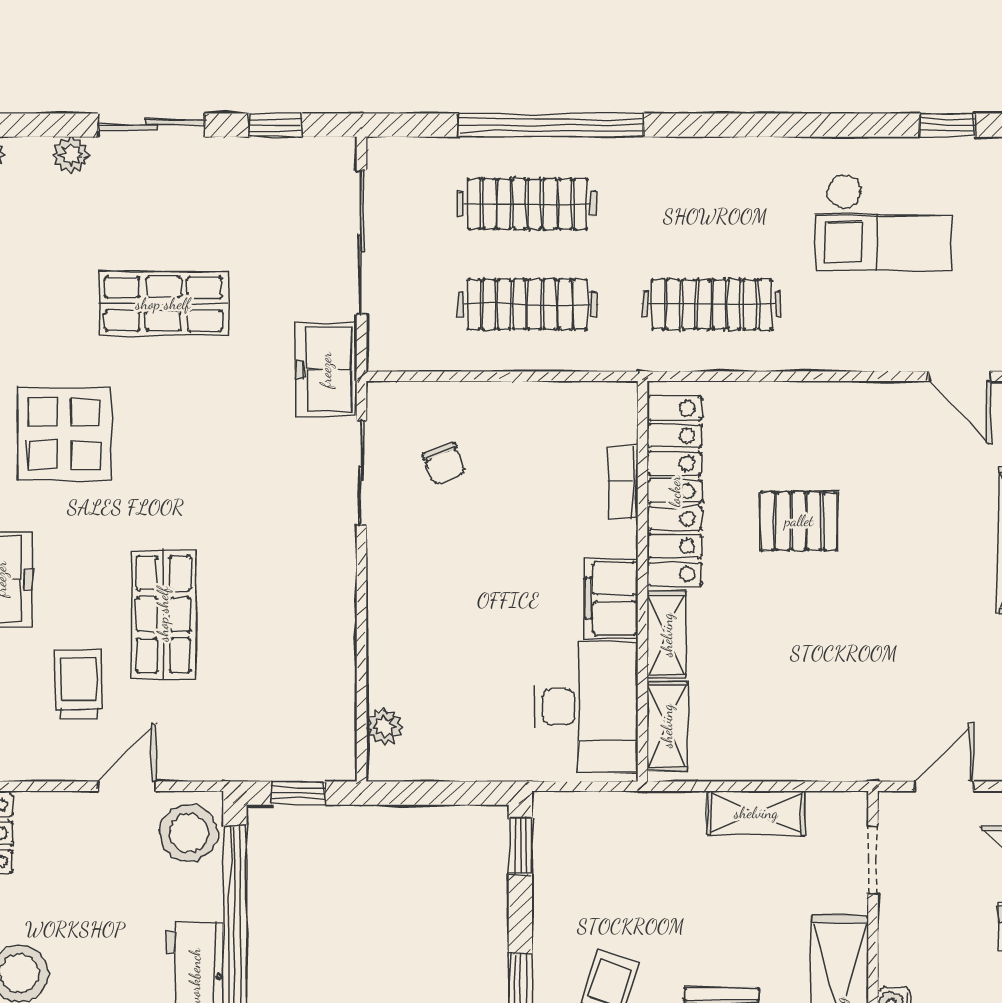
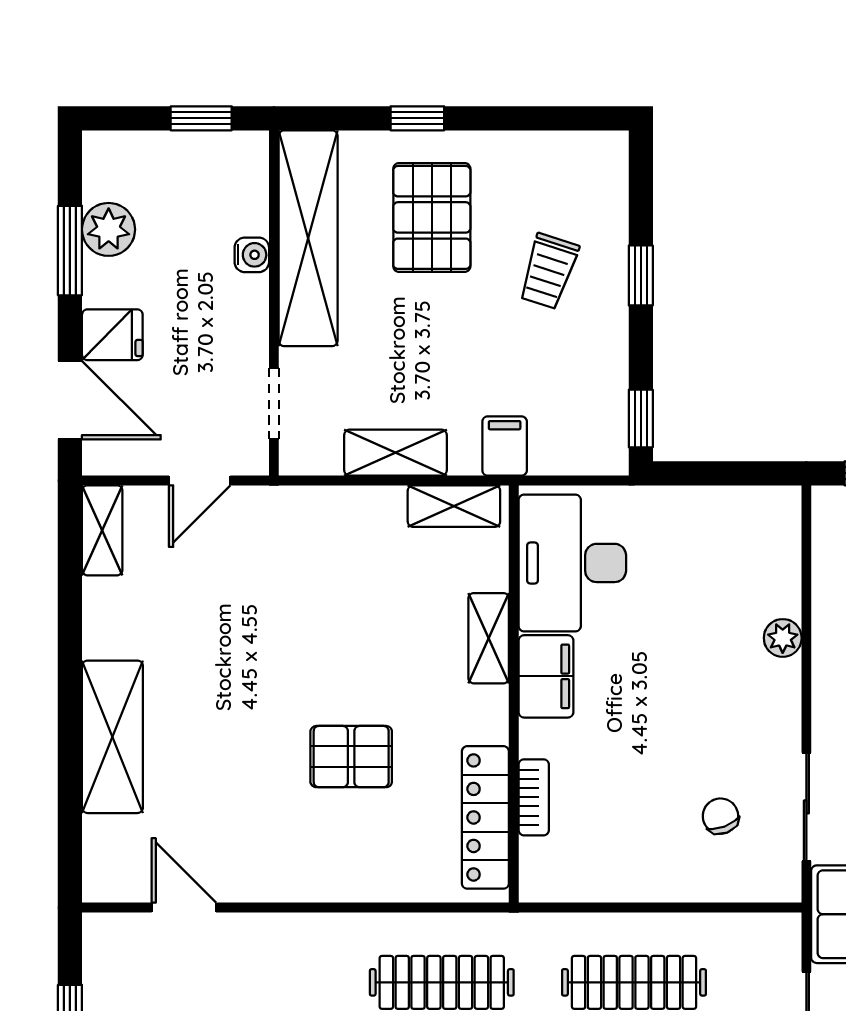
locker: (675, 491) -> (485, 817), width x0.71, depth x0.83
shelving: (667, 726) -> (454, 506), moved, turned 90
plant: (384, 727) -> (783, 638), moved
filing cabinet: (651, 819) -> (505, 446), added

